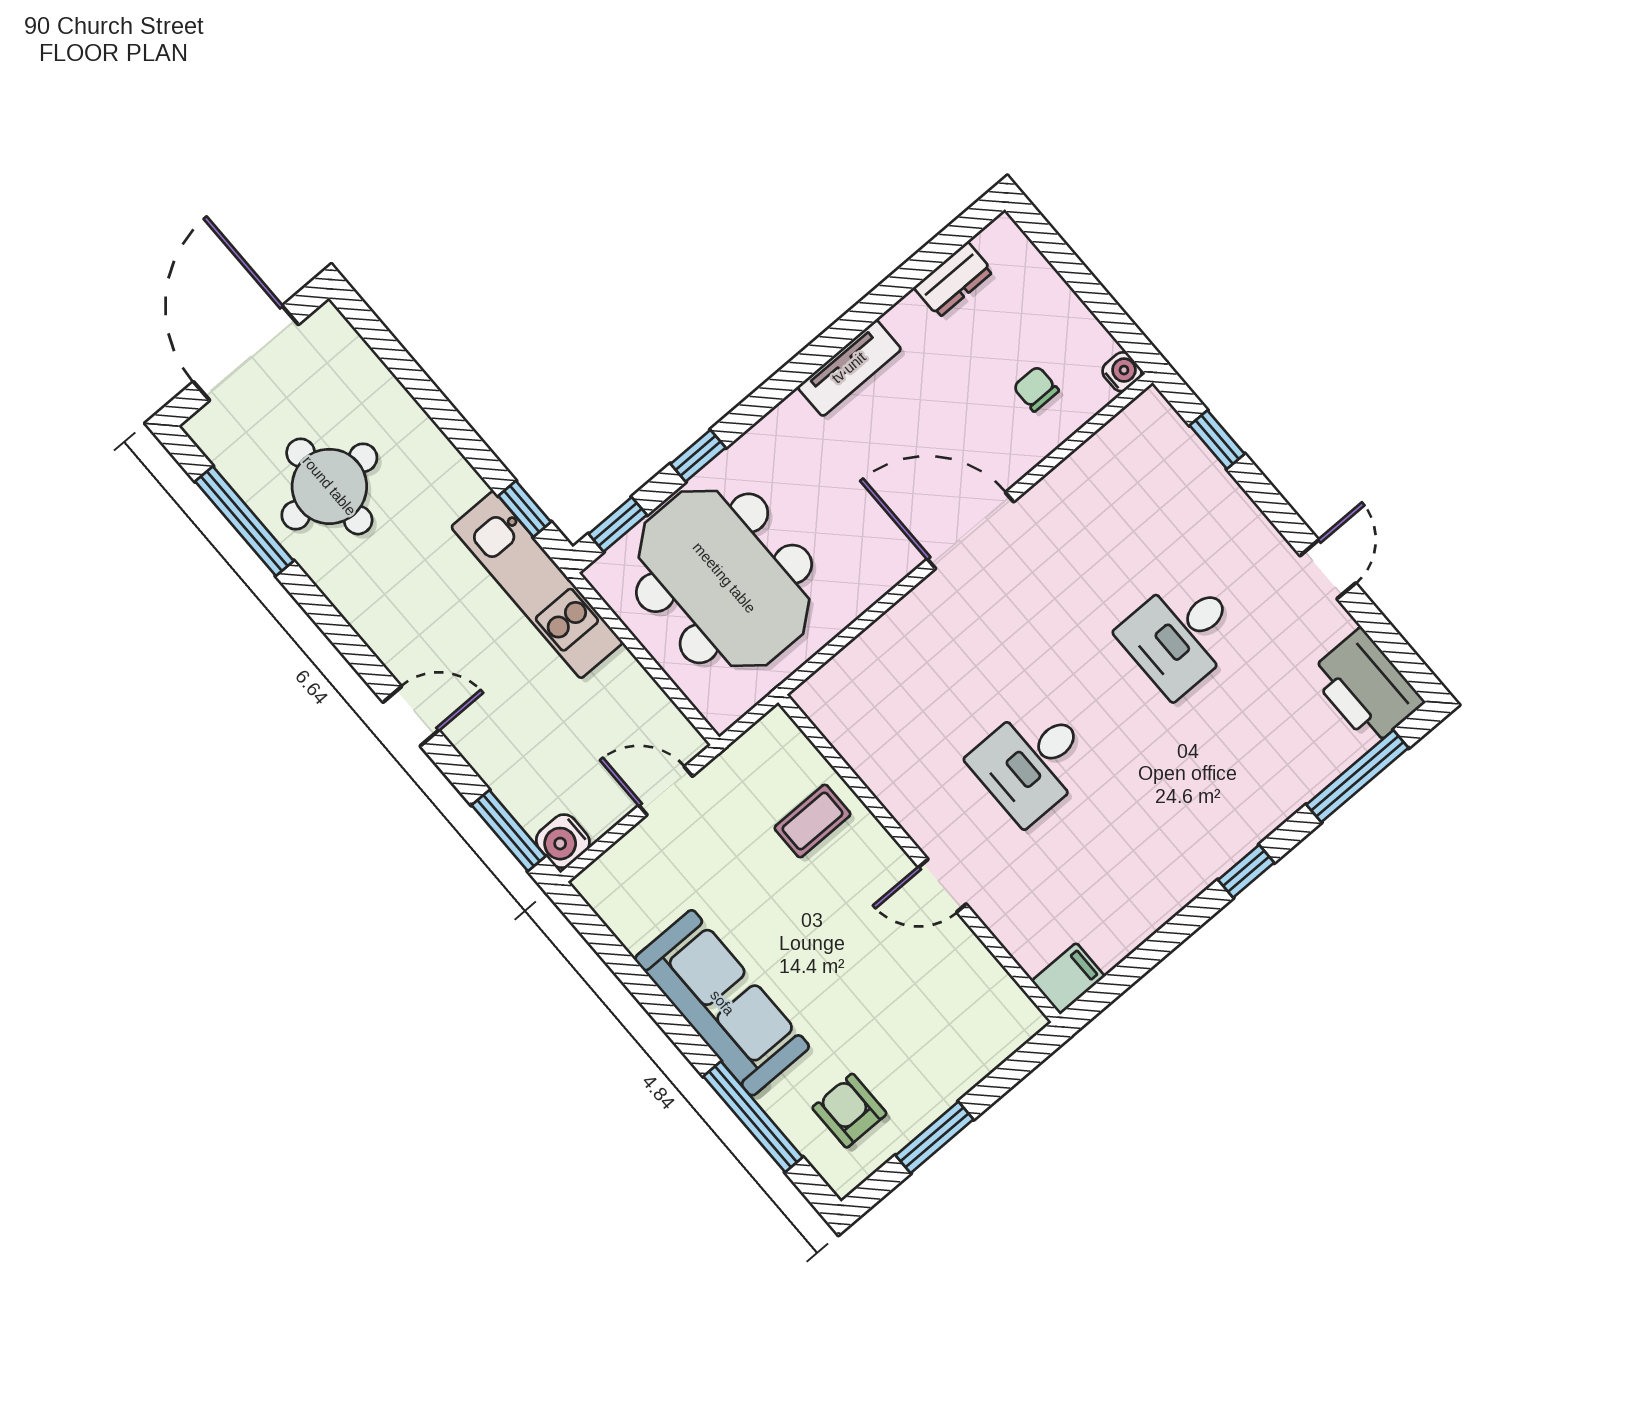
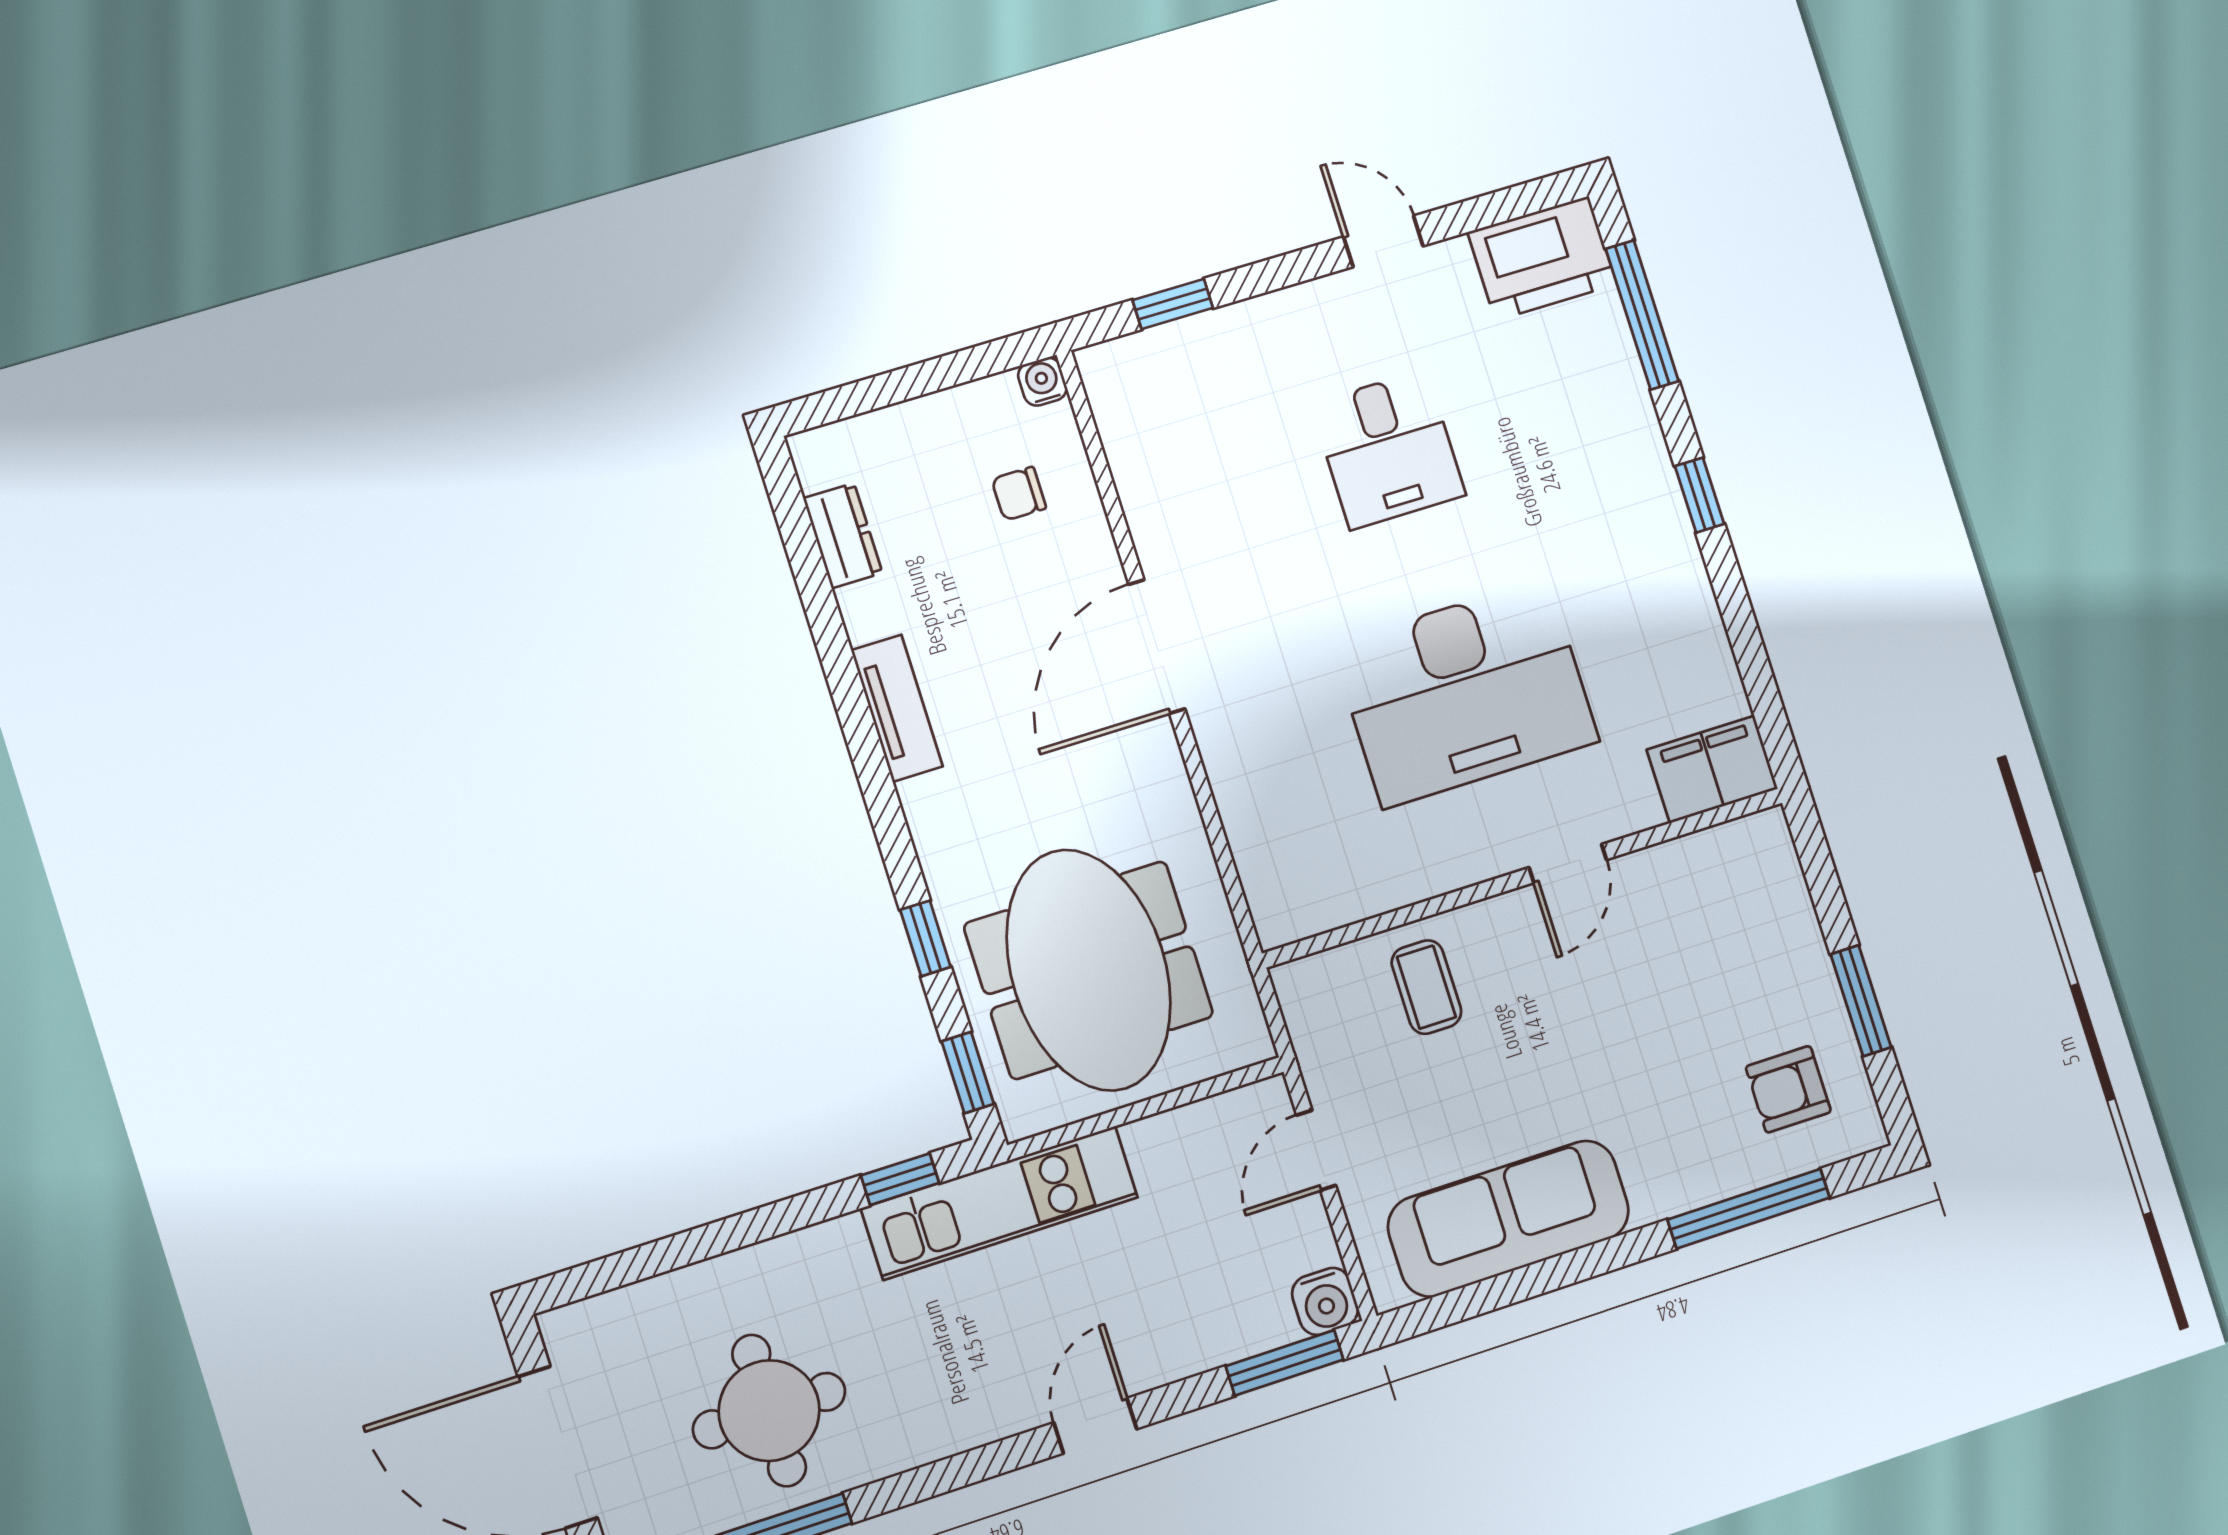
meeting table: (724, 578) -> (1089, 970), turned 90
desk: (1032, 762) -> (1465, 693), width x1.87, depth x1.30
filing cabinet: (1068, 979) -> (1712, 769), width x2.00
sofa: (722, 1003) -> (1509, 1219), moved

